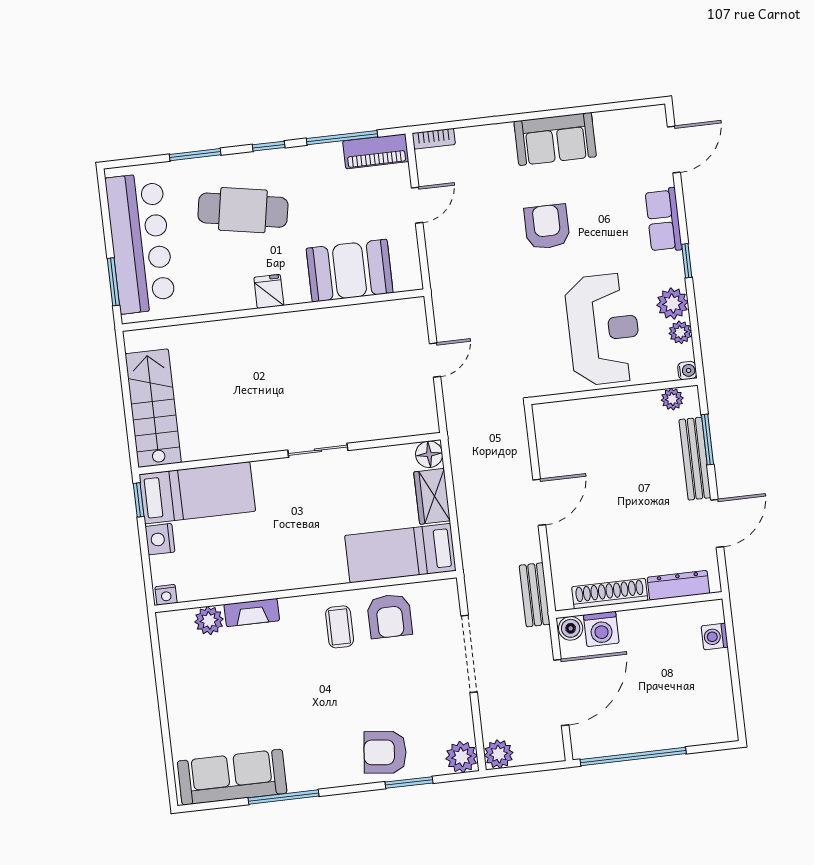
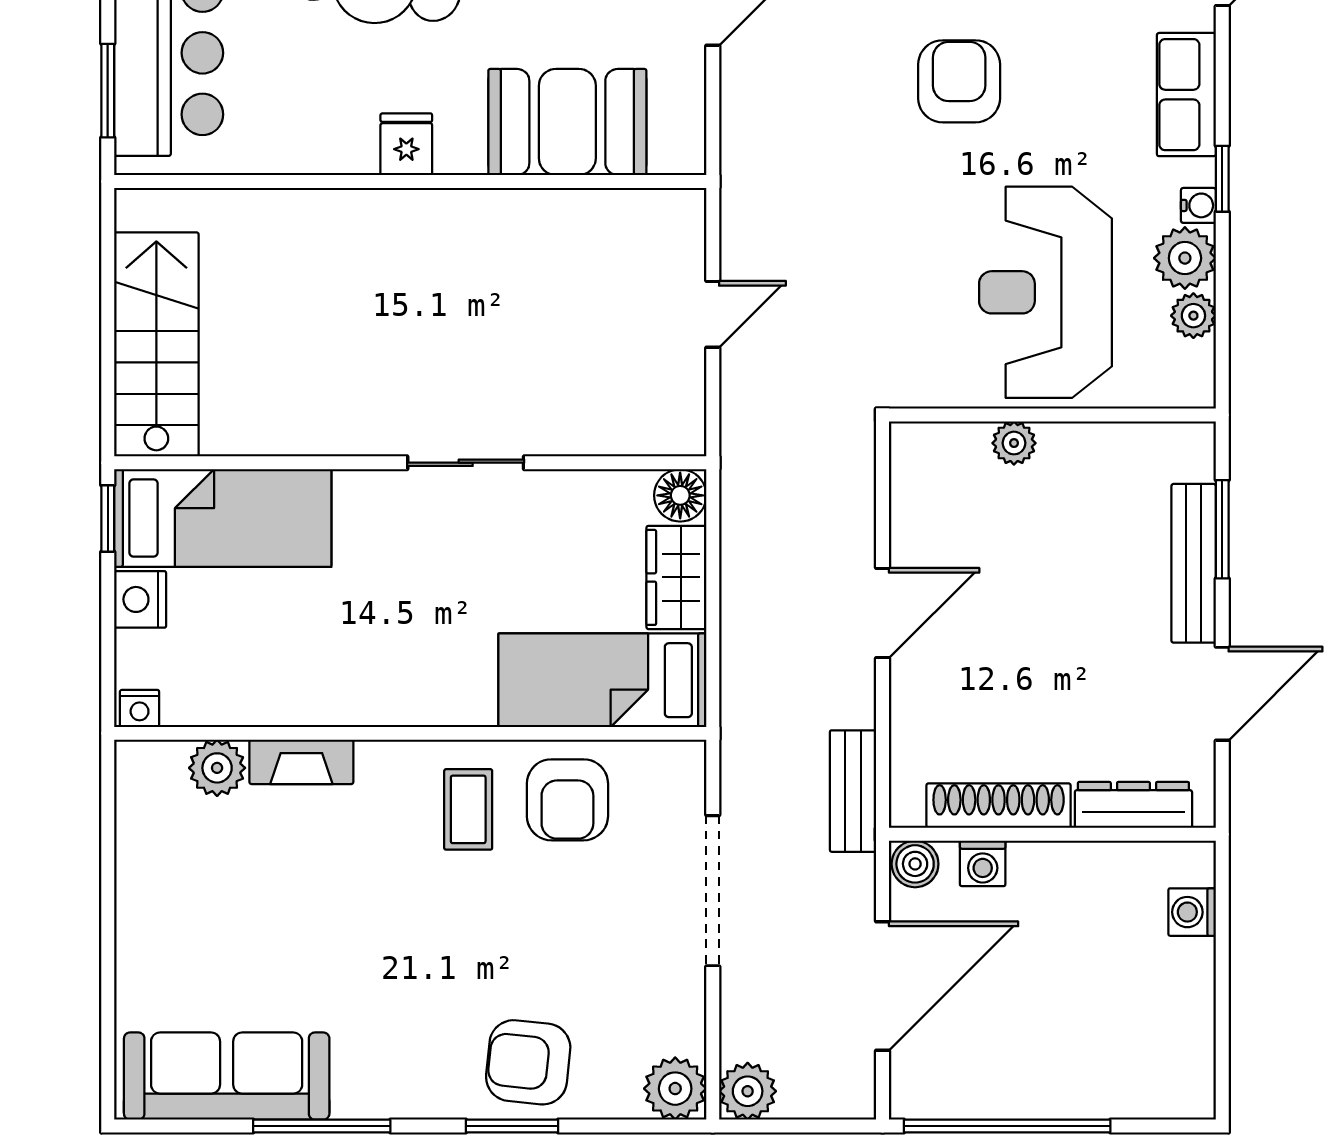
reception desk: (603, 329) -> (1045, 292), turned 180
water cooler: (687, 371) -> (1198, 205), moved
plant: (672, 399) -> (1014, 443), moved
washing machine: (601, 629) -> (983, 863), width x0.73, depth x0.73
window: (409, 782) -> (512, 1126), moved

